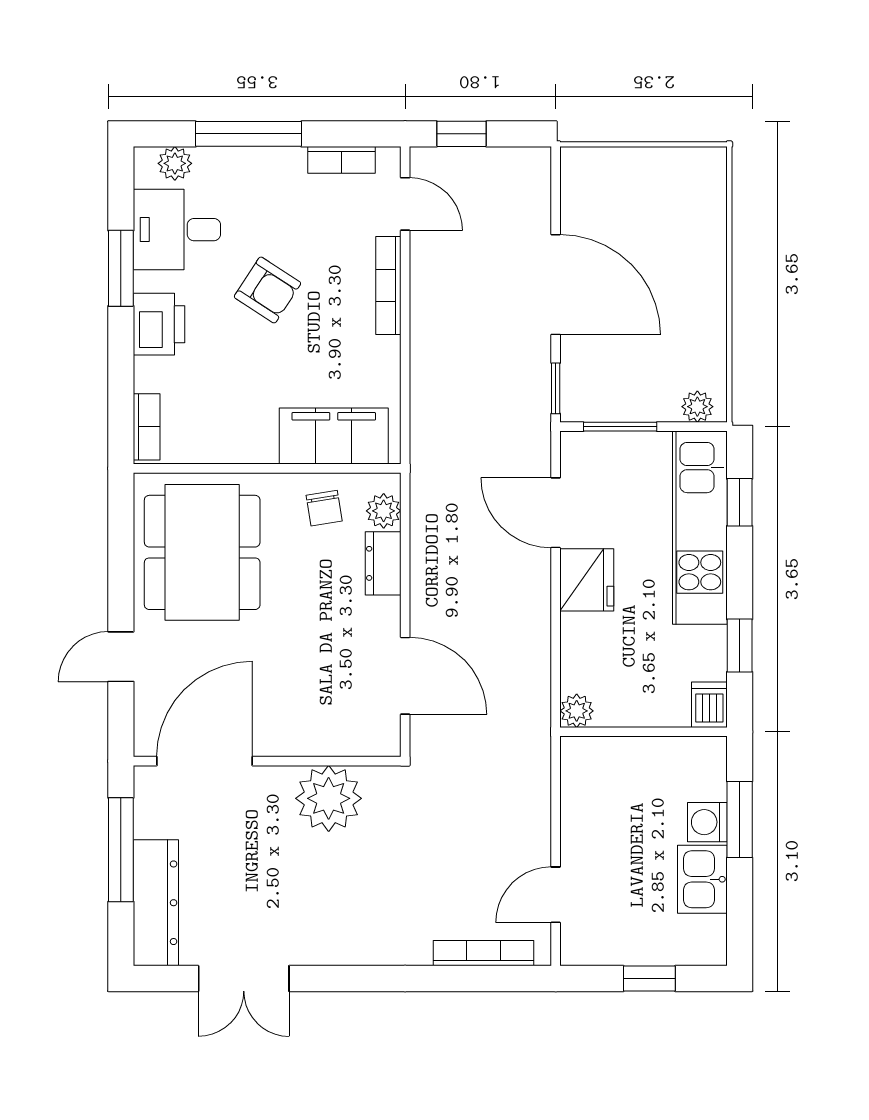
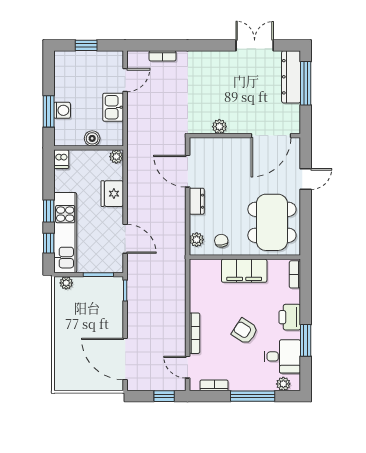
door: (556, 285) -> (125, 359), moved
filing cabinet: (334, 436) -> (244, 271), moved
dresser: (383, 563) -> (197, 201), moved
fridge: (587, 580) -> (112, 194), moved
window: (740, 646) -> (49, 211), moved
boiler: (635, 754) -> (92, 138), added
plant: (329, 798) -> (219, 127), width x0.53, depth x0.53
window: (121, 850) -> (306, 83), moved
kitchen sink: (702, 879) -> (113, 107), moved, turned 180
bookcase: (484, 953) -> (163, 56), width x0.64

